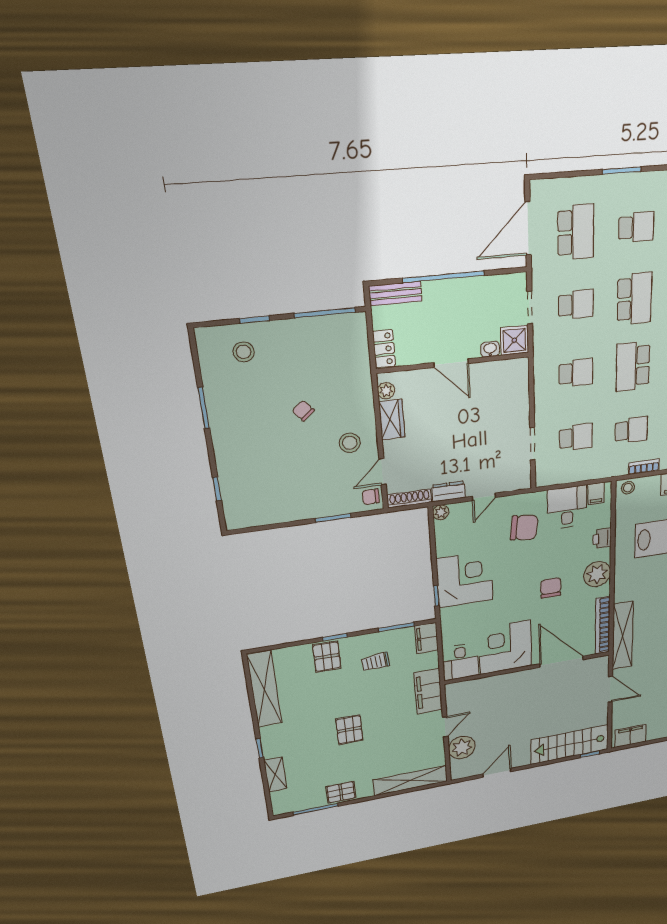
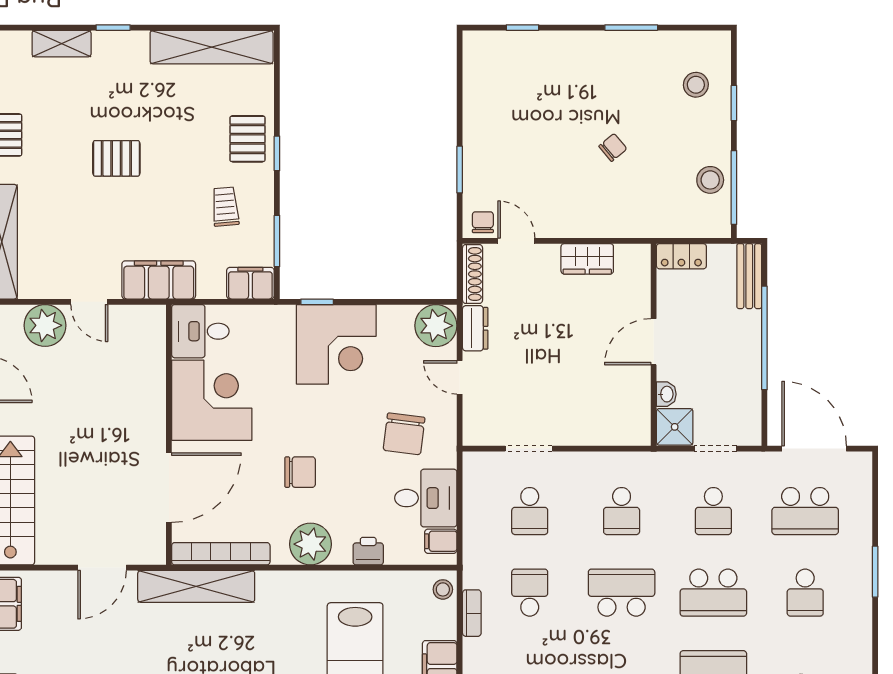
plant: (386, 391) -> (627, 255), removed
school desk: (631, 430) -> (530, 593), turned 180
stool: (350, 443) -> (710, 180), moved
plant: (441, 512) -> (436, 326), width x1.88, depth x1.88
pallet: (327, 657) -> (247, 139), turned 90

